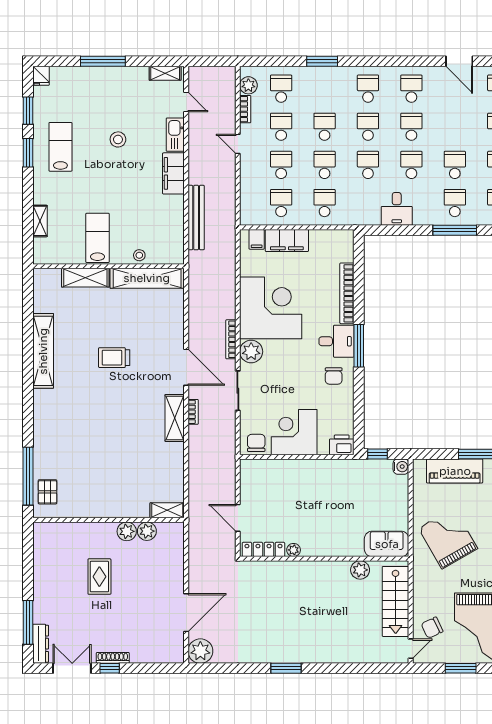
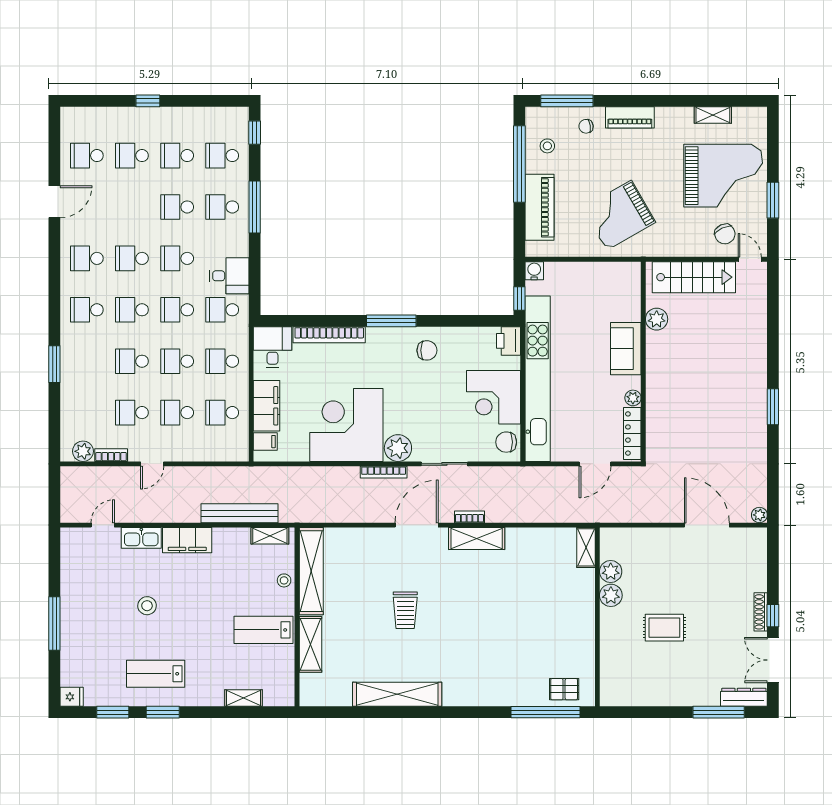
shelving: (165, 73) -> (270, 536), moved, turned 90
school desk: (281, 89) -> (222, 310), moved
desk: (336, 341) -> (272, 347), moved
kitchen unit: (310, 469) -> (538, 379), added
sofa: (387, 544) -> (626, 349), moved
plant: (200, 651) -> (759, 515), width x0.53, depth x0.53

